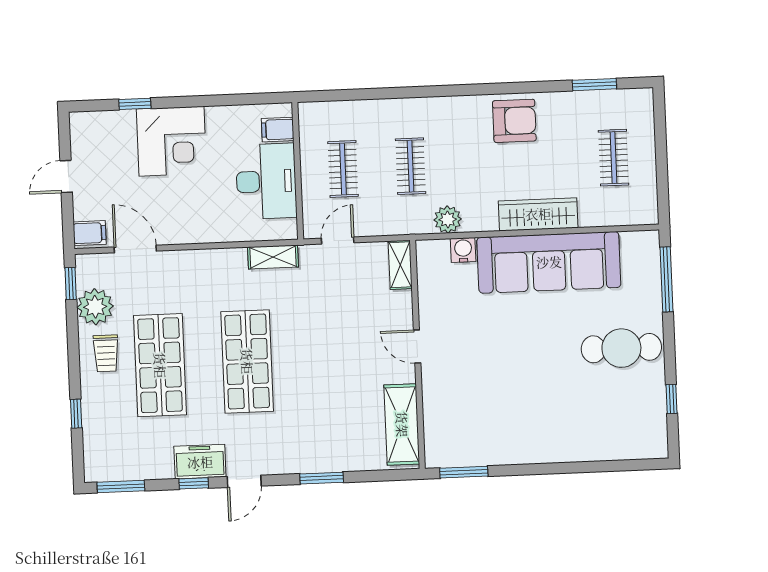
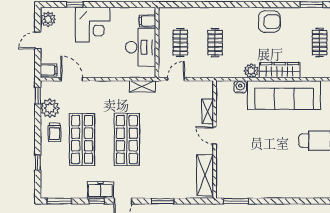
plant: (84, 134) -> (48, 19), added
plant: (448, 219) -> (251, 71), moved
shelving: (400, 265) -> (208, 111), moved

